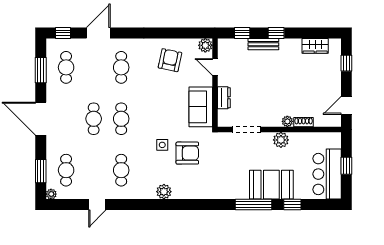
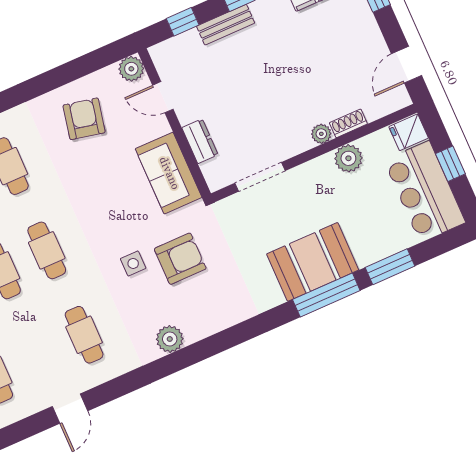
plant: (281, 140) -> (348, 158), moved
fridge: (332, 140) -> (409, 132), added
booth: (271, 185) -> (313, 262), moved
window: (292, 205) -> (390, 267), width x1.50

